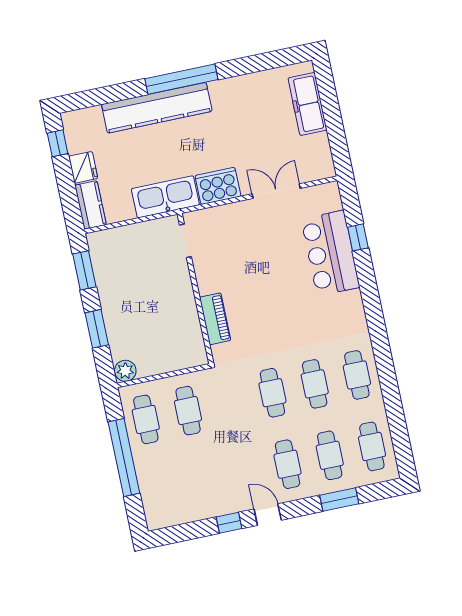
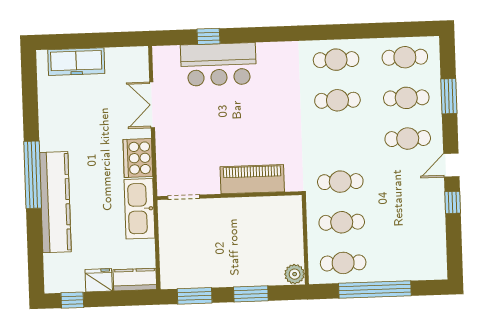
piano: (215, 319) -> (252, 179), width x1.37, depth x1.33
cafe table: (272, 393) -> (340, 182), moved

